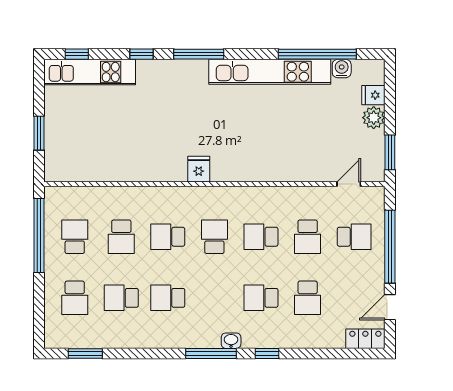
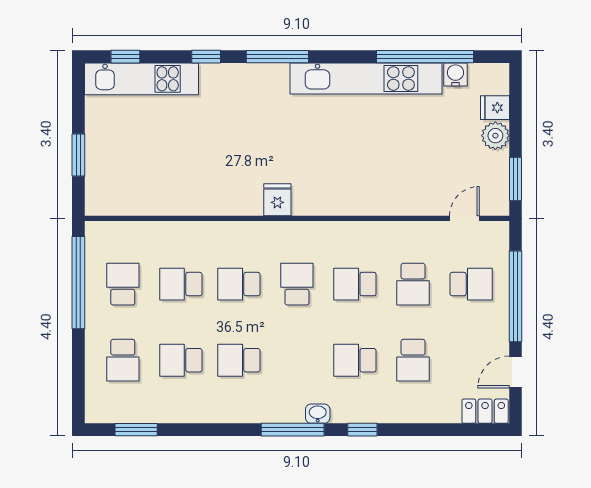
school desk: (121, 237) -> (181, 284), turned 90

